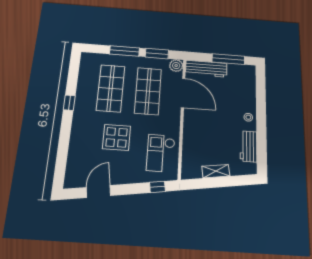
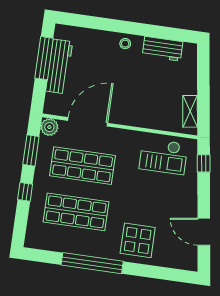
window: (125, 51) -> (25, 192), width x0.46
workbench: (206, 69) -> (59, 66), moved
window: (69, 103) -> (92, 263), width x3.17
display table: (117, 137) -> (138, 240), moved
shelving: (216, 171) -> (190, 111), moved

